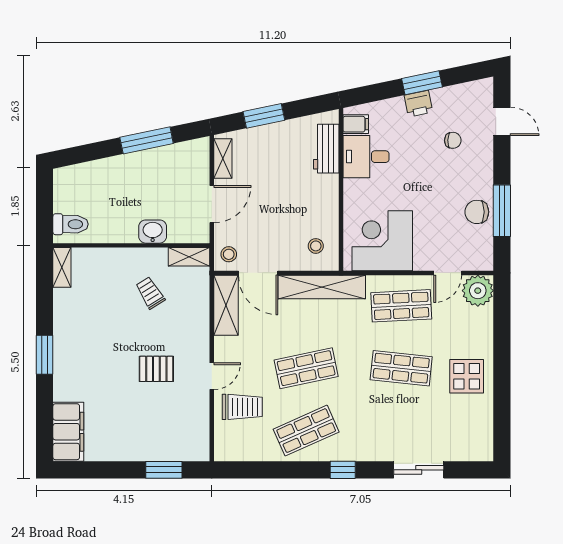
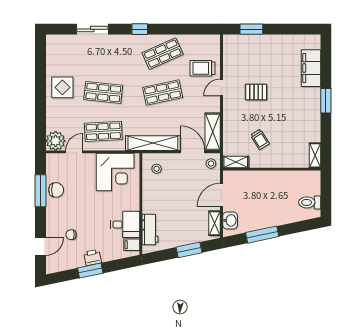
door: (502, 121) -> (40, 246), swing flipped
toilet: (71, 224) -> (310, 202), moved
washbasin: (153, 232) -> (230, 220), moved, turned -90
filing cabinet: (68, 432) -> (311, 68), moved

